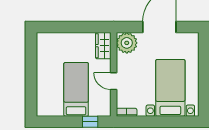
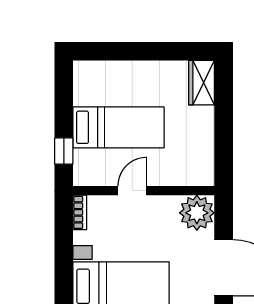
wardrobe: (103, 46) -> (202, 83), moved, turned -90

